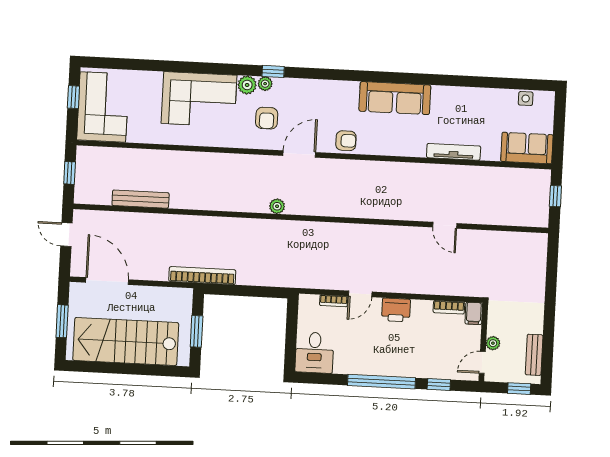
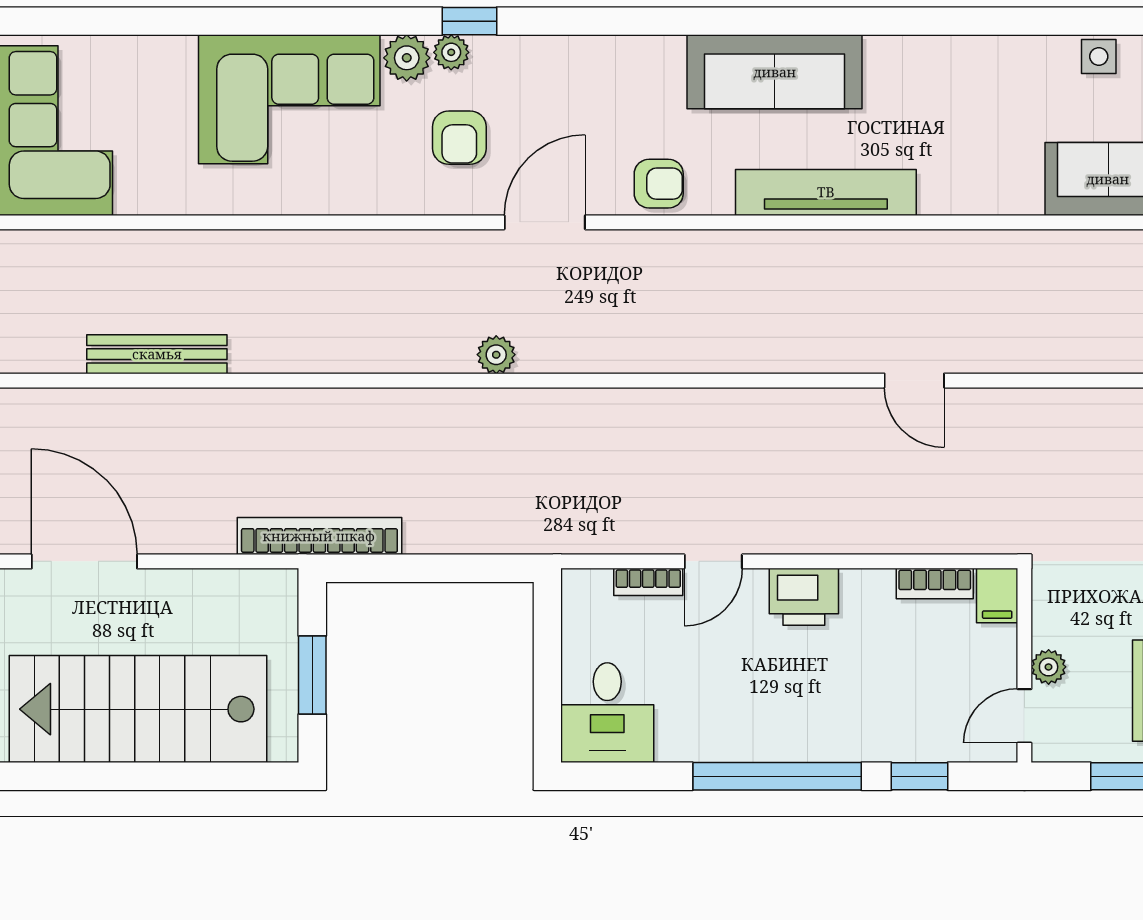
tv unit: (454, 152) -> (826, 192), moved, width x1.36, depth x1.29

